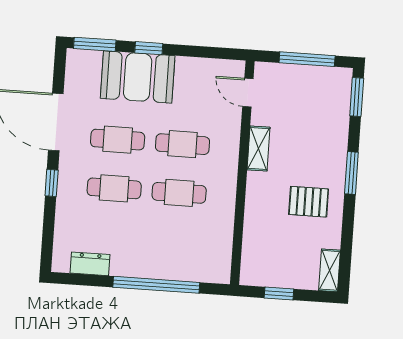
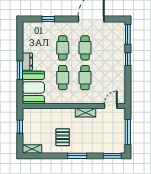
booth: (138, 77) -> (33, 88), moved
window: (52, 183) -> (48, 19), moved
dresser: (90, 264) -> (27, 62), moved
window: (156, 285) -> (20, 70), width x0.47

